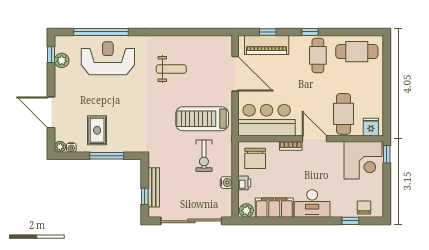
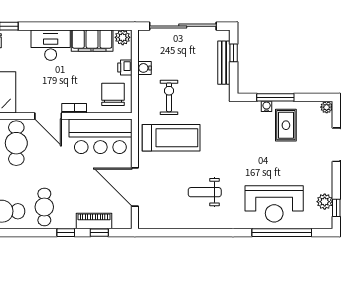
window: (310, 32) -> (66, 233), moved
piano: (267, 45) -> (94, 221), width x0.73, depth x0.75
water cooler: (71, 147) -> (267, 106), moved

